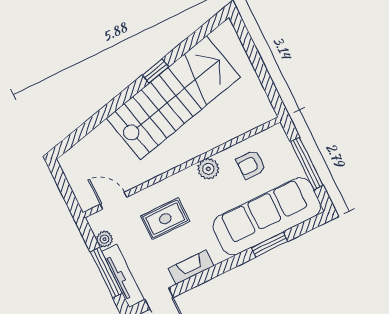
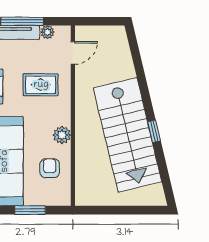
window: (307, 163) -> (30, 210), width x0.69
rug: (165, 219) -> (41, 85), turned 90

